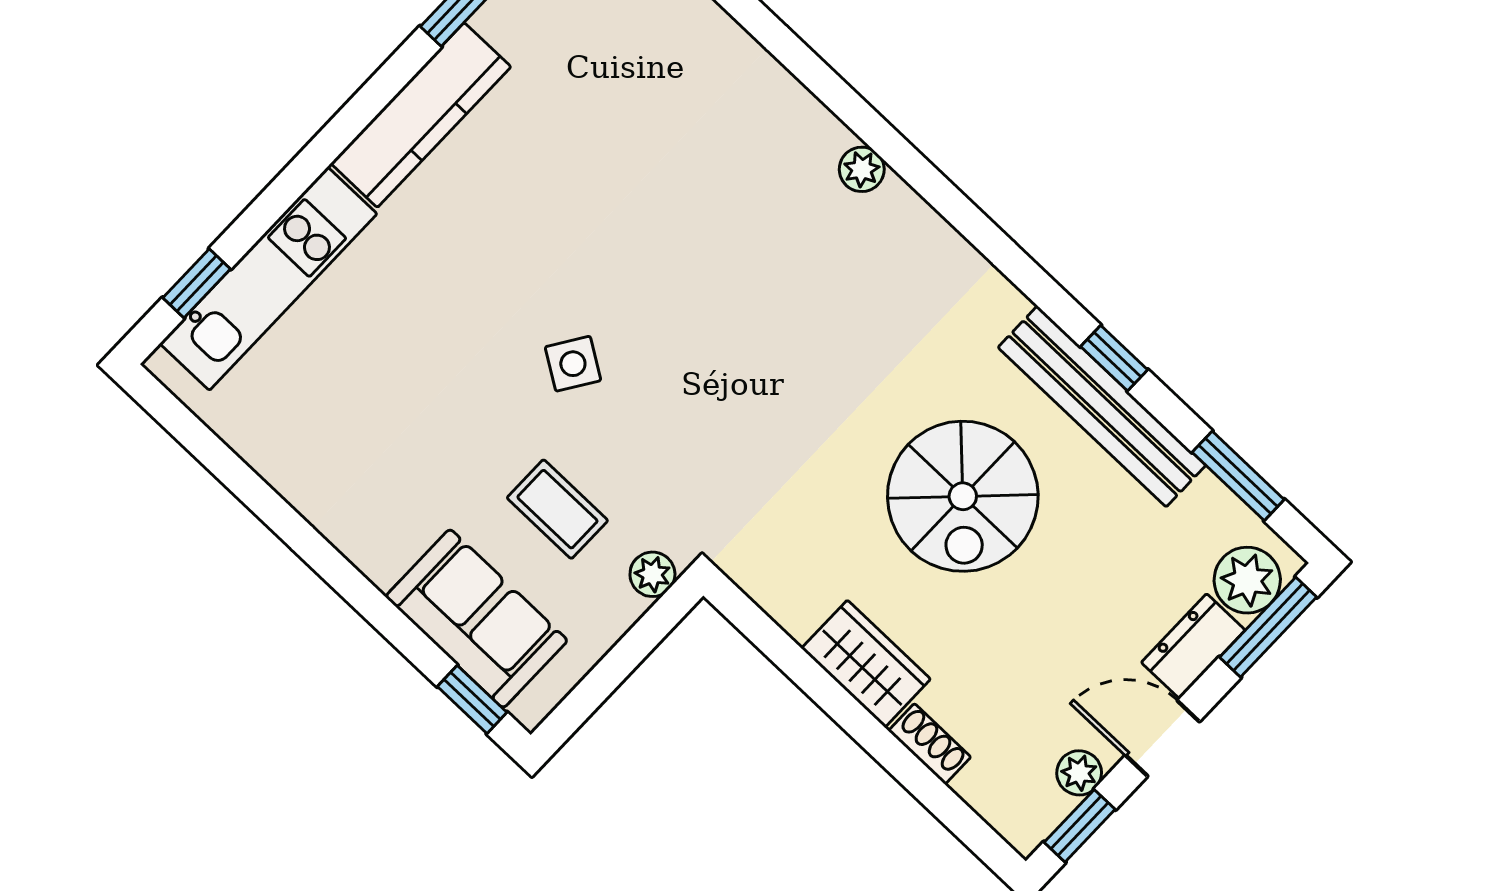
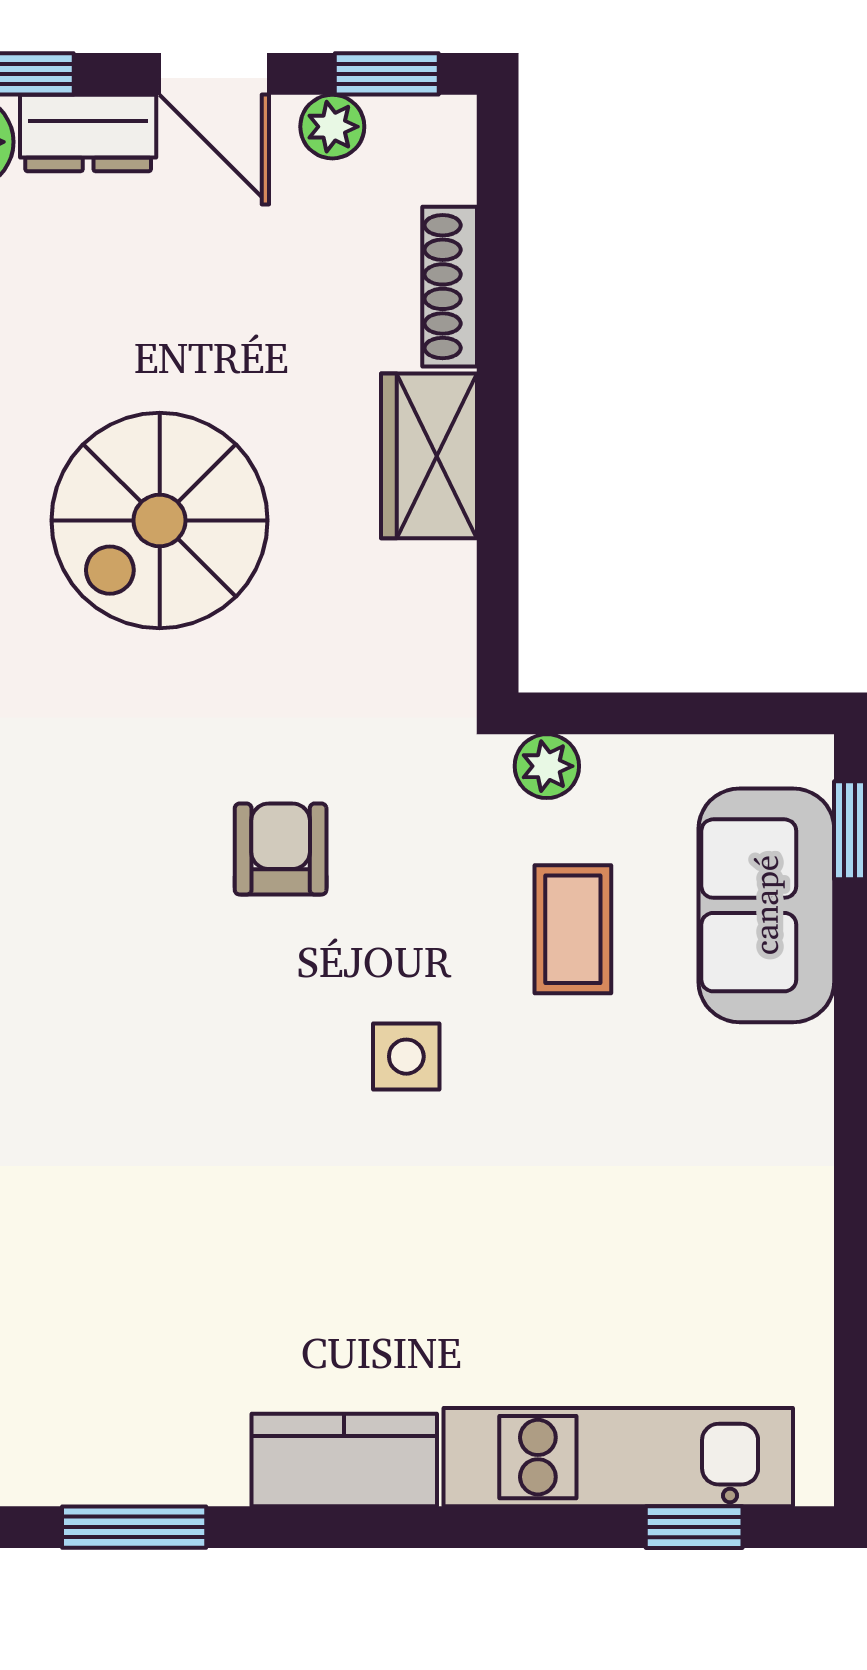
kitchen counter: (421, 115) -> (344, 1460), width x0.67
side table: (573, 364) -> (406, 1057), turned -33
armchair: (738, 400) -> (281, 849), added
spiral stairs: (963, 496) -> (160, 520), turned 180
shoe rack: (930, 744) -> (450, 287), width x1.43

